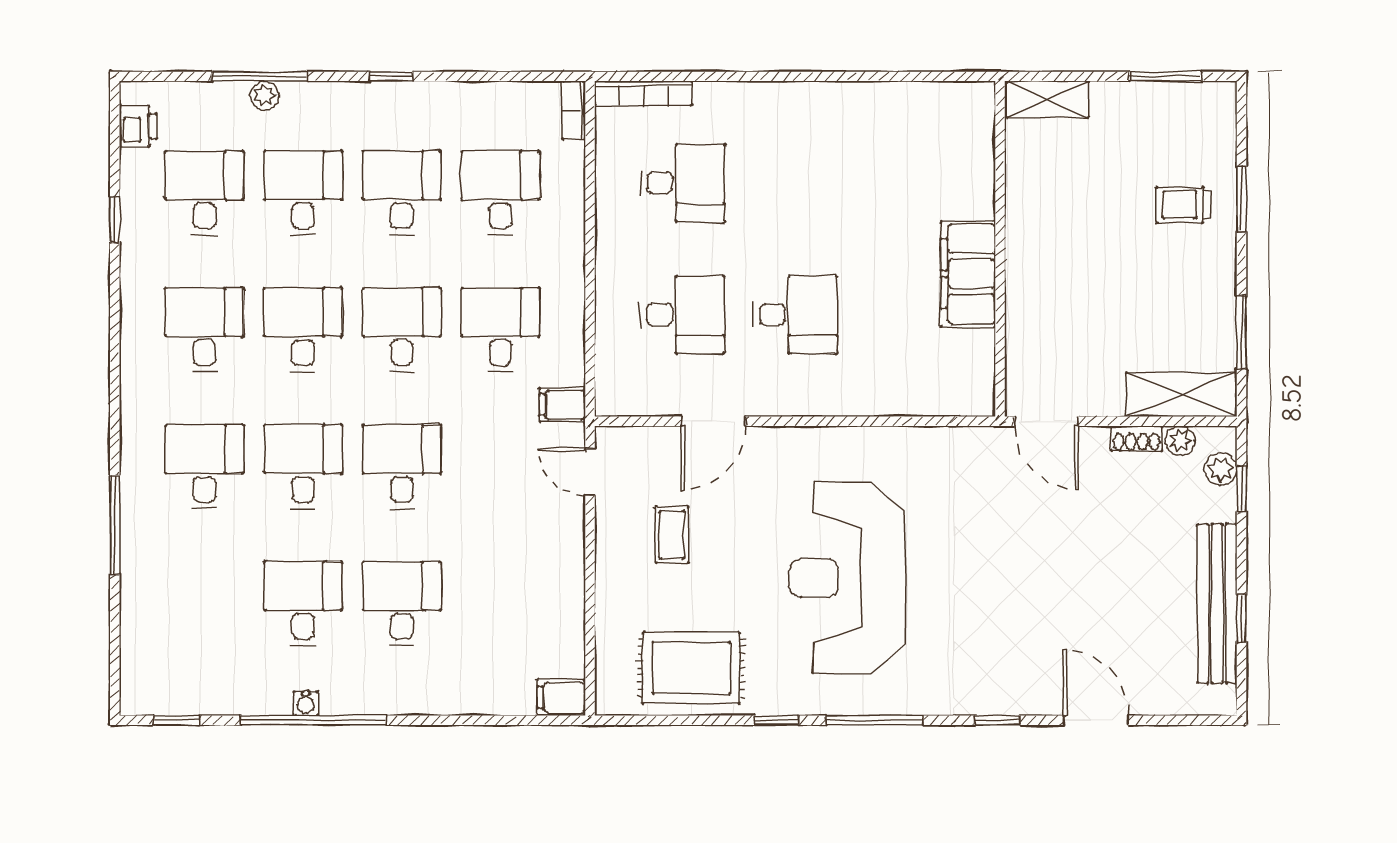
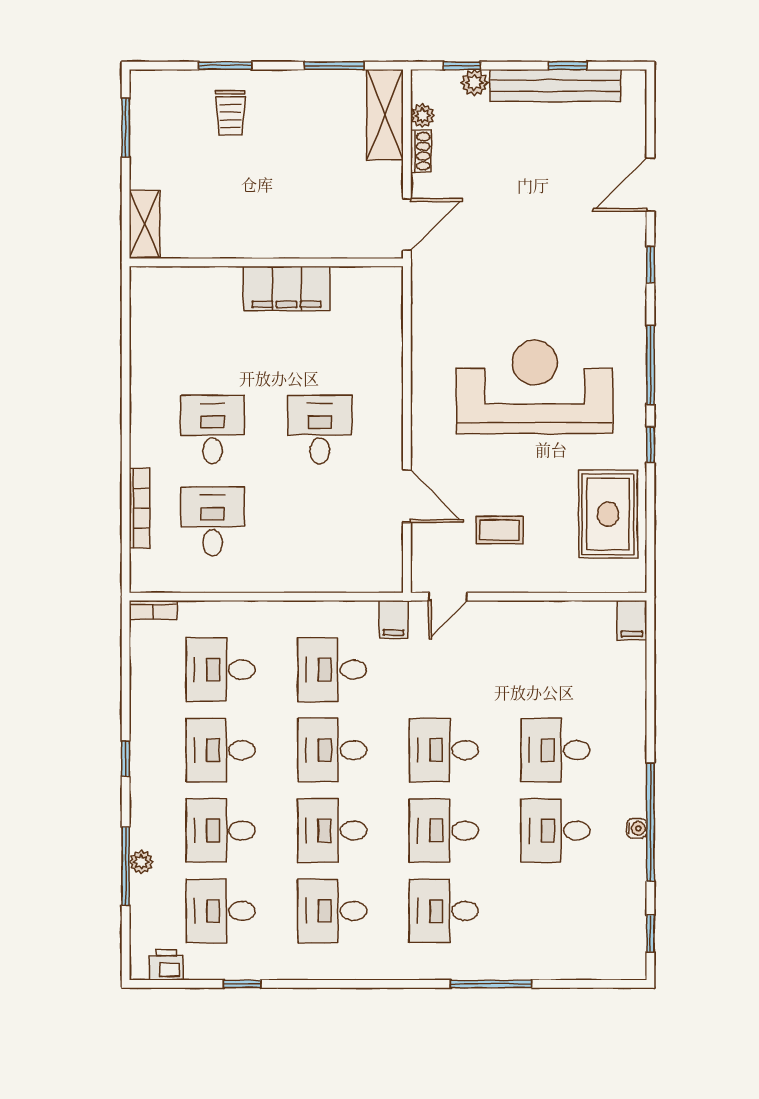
bookcase: (643, 93) -> (140, 508), moved
desk: (683, 315) -> (213, 430), moved
plant: (1221, 469) -> (474, 83), moved
reception desk: (847, 578) -> (535, 387), turned 180

